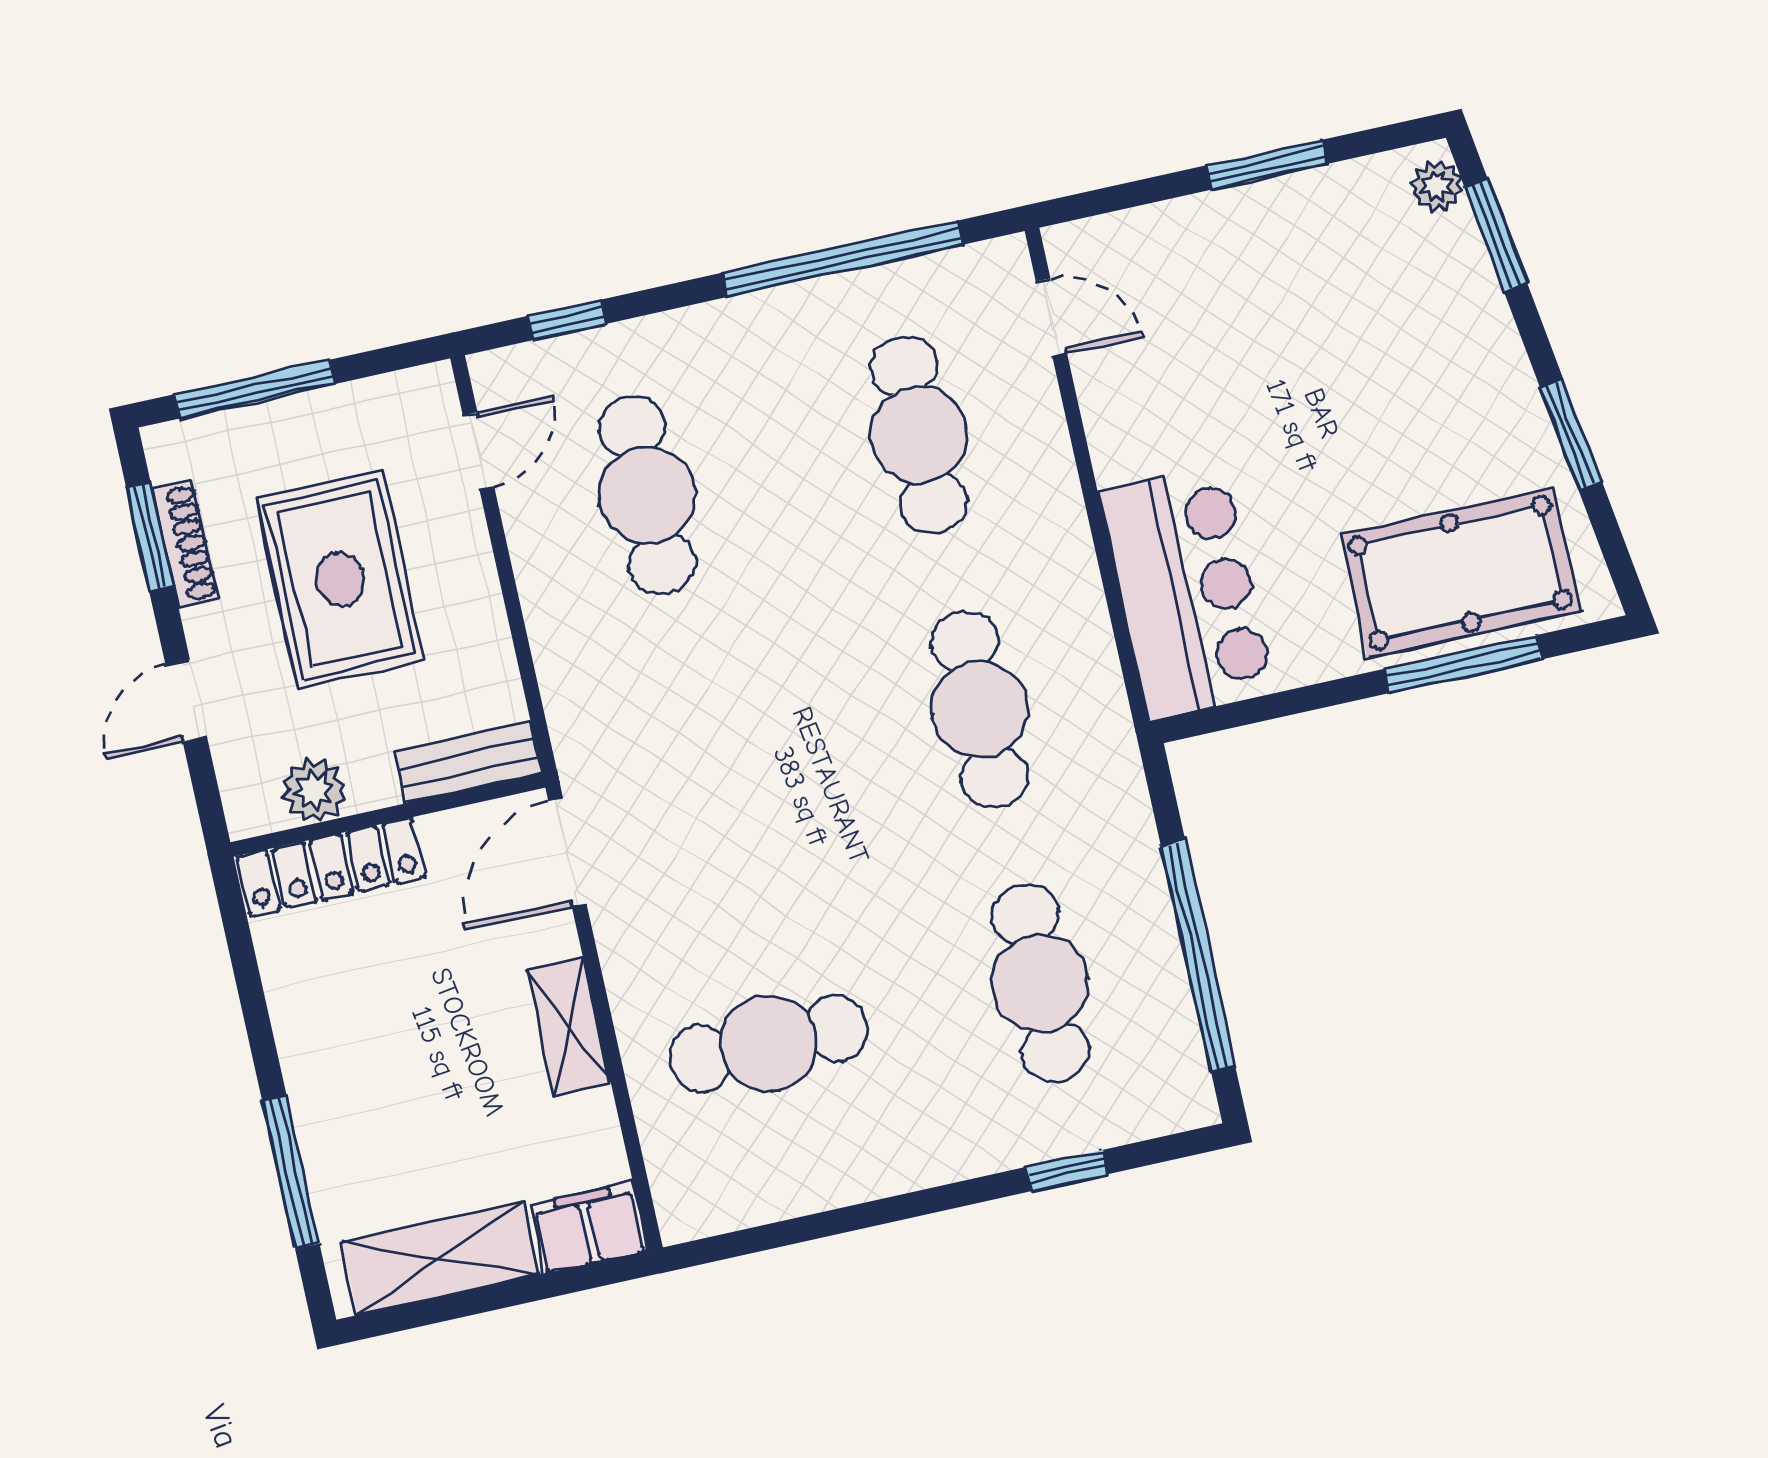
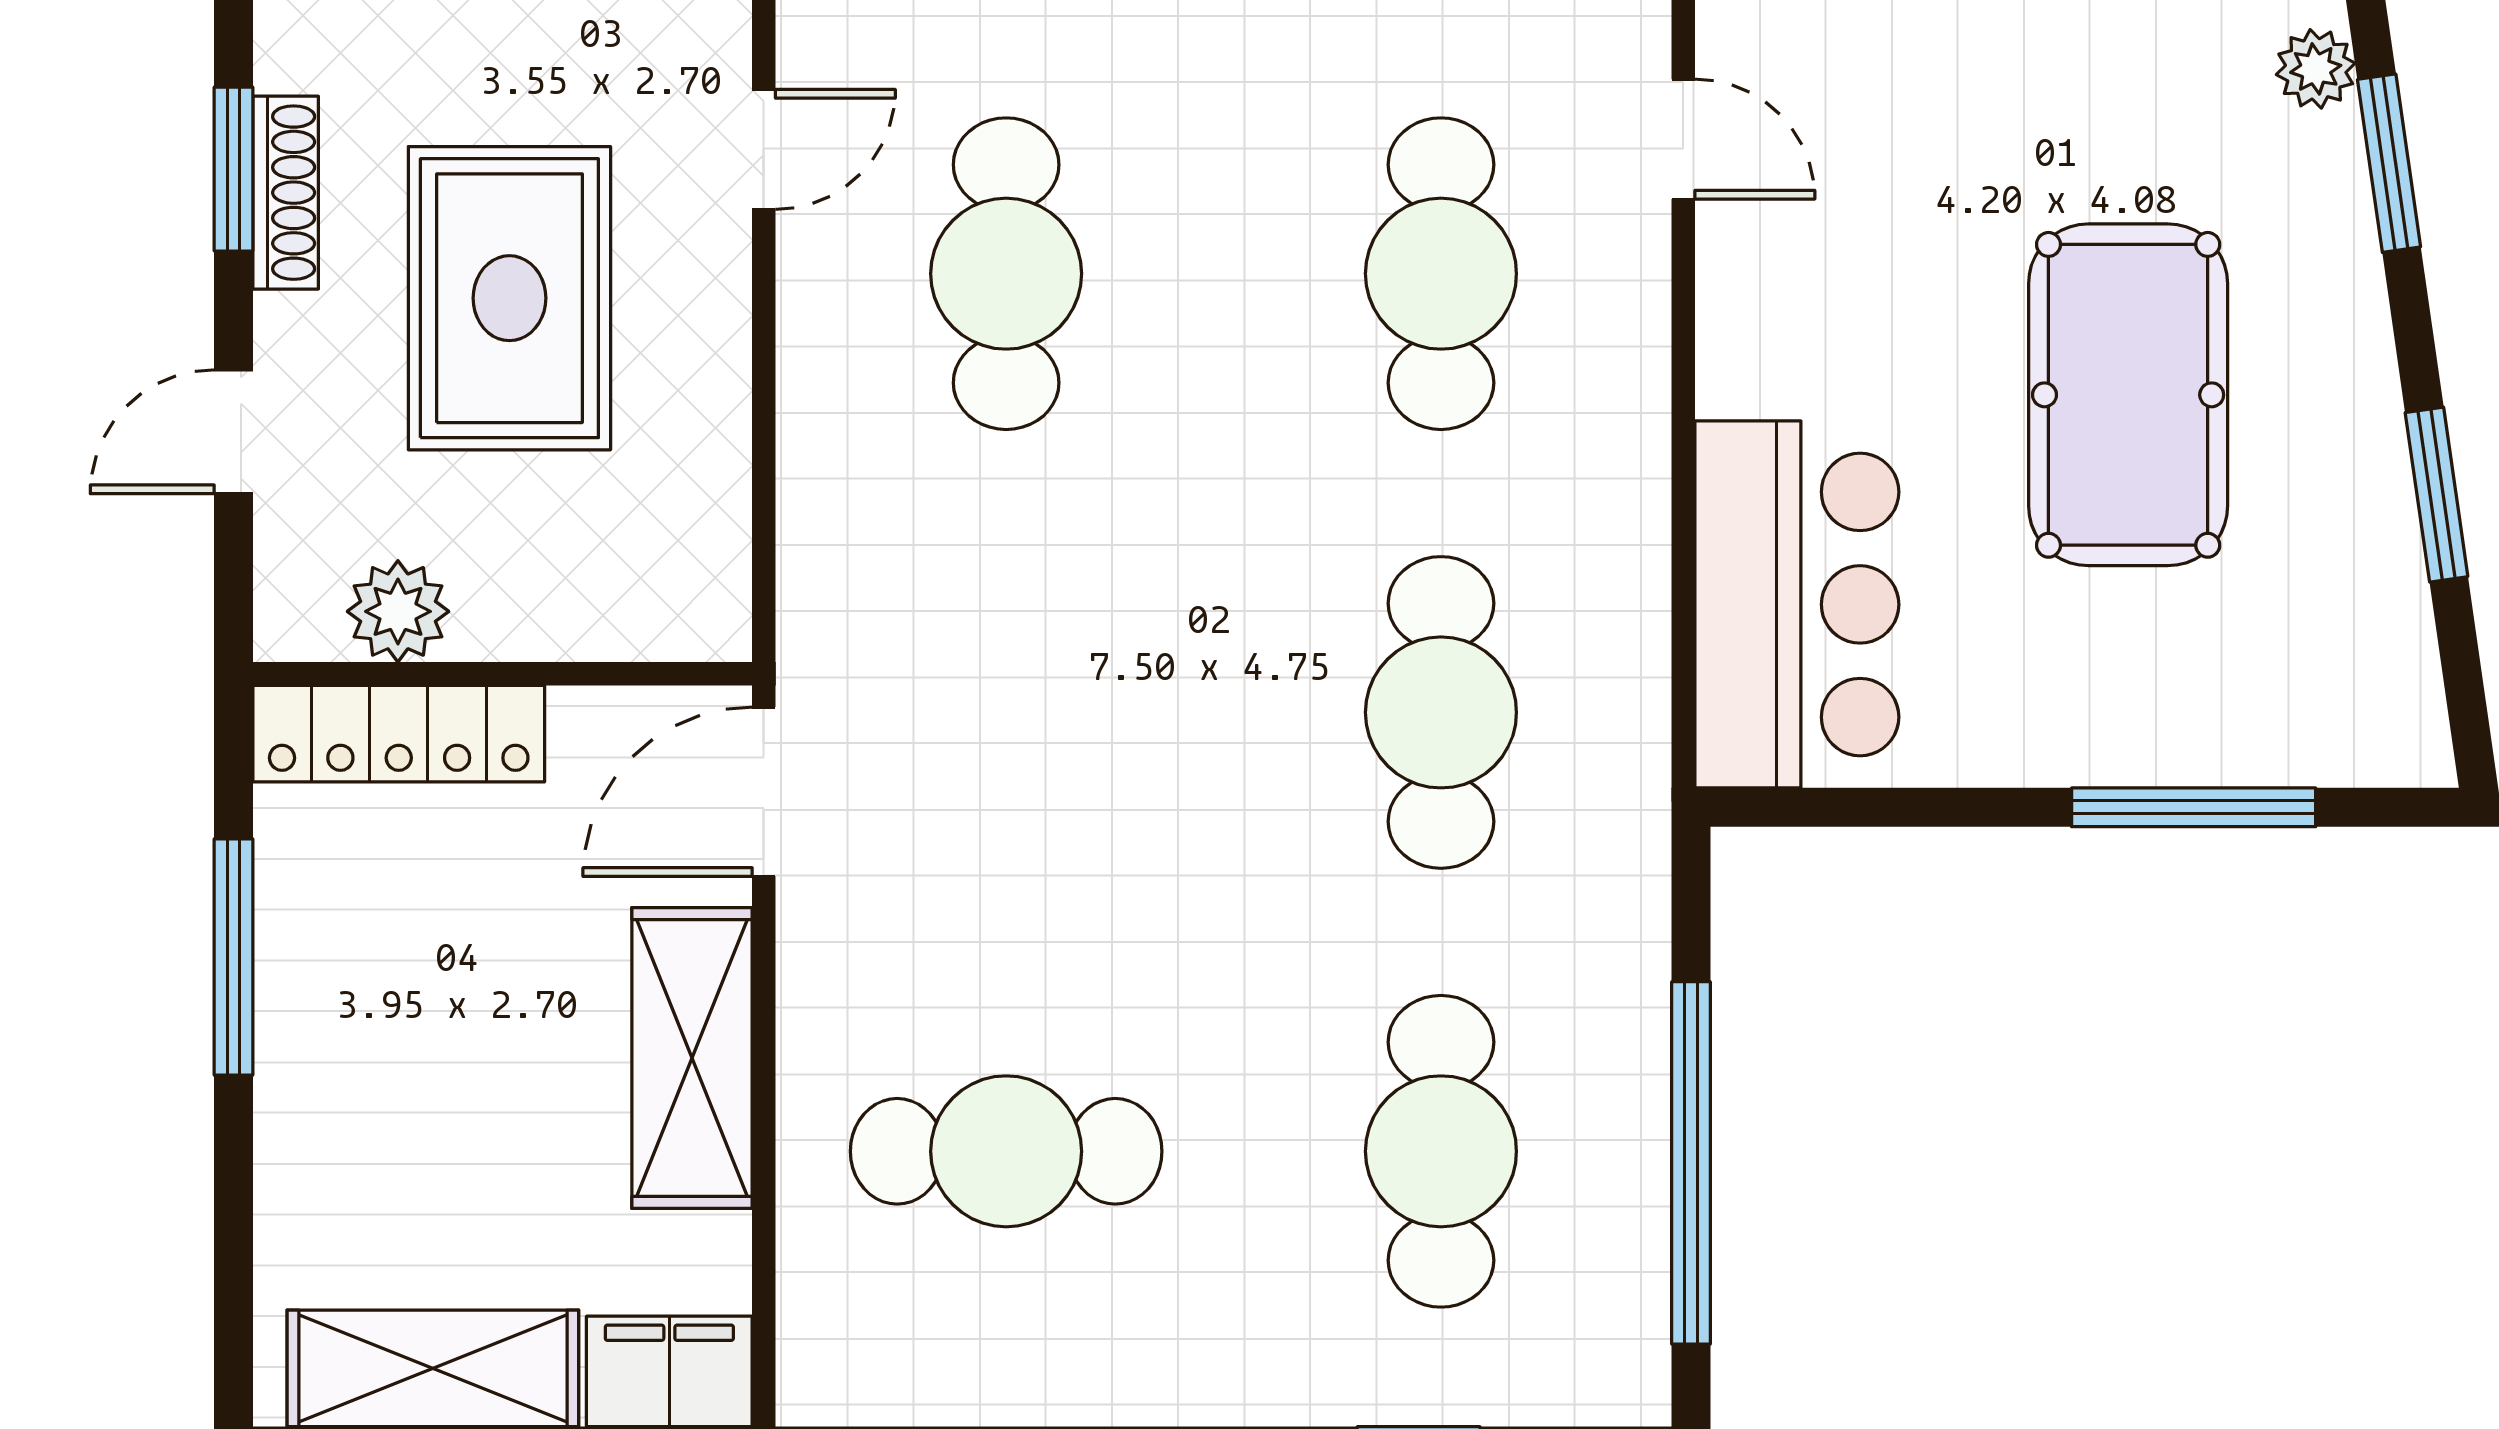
pool table: (1460, 573) -> (2128, 395), moved, turned 90
bench: (469, 762) -> (644, 621), removed
shelving: (569, 1027) -> (692, 1058), width x1.50, depth x1.33
window: (291, 1172) -> (234, 957), moved

